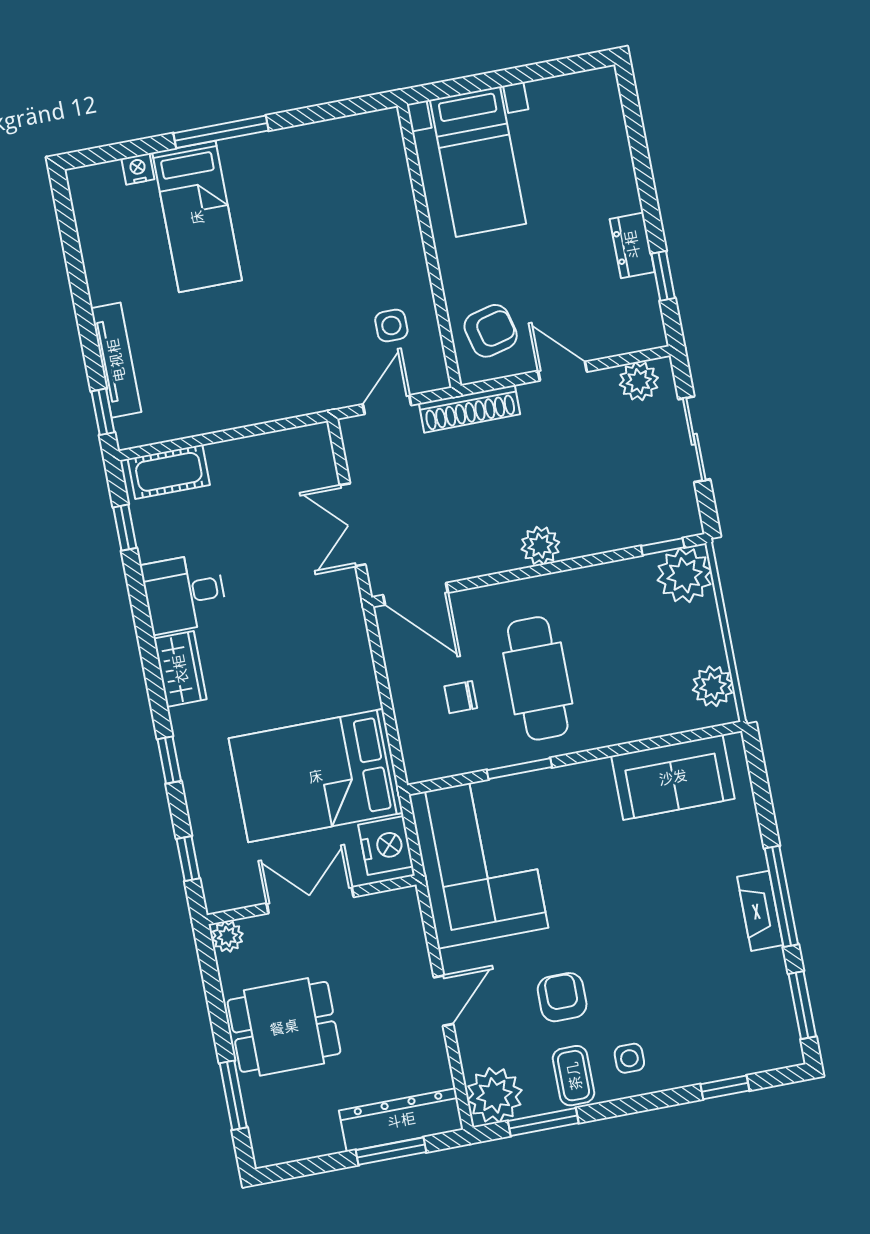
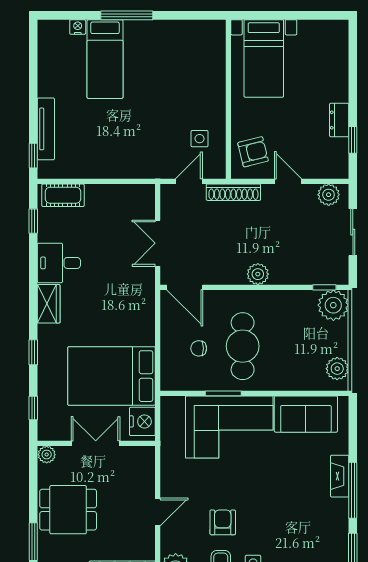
corner sofa: (478, 861) -> (229, 427), moved, turned 90
fireplace: (760, 911) -> (340, 476), moved

